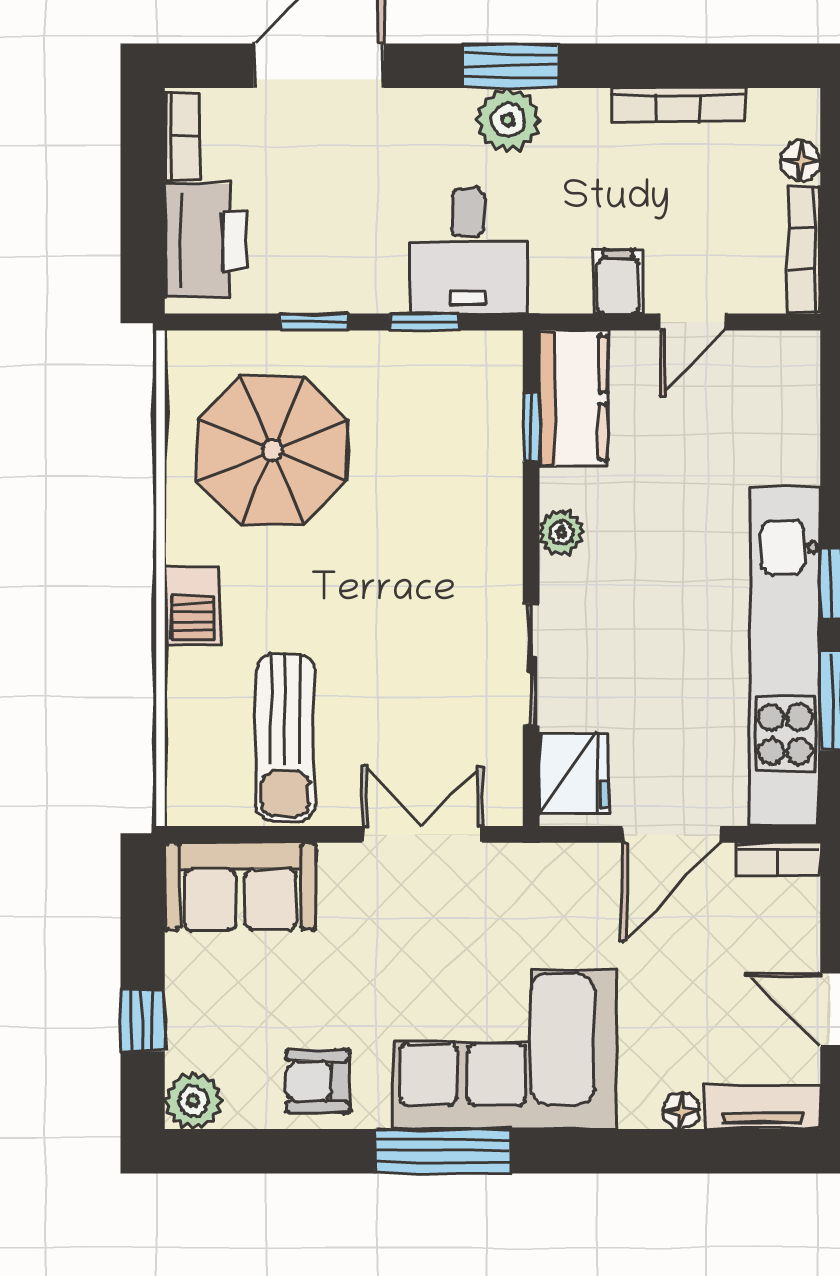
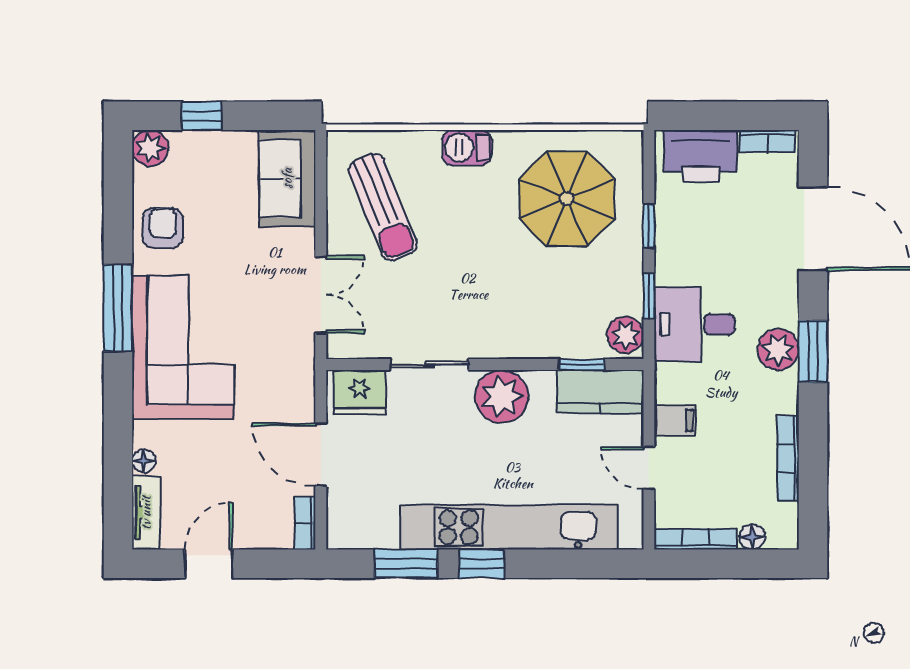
plant: (485, 359) -> (625, 335), added
plant: (562, 532) -> (502, 396), width x1.87, depth x1.87
kitchen unit: (785, 656) -> (509, 527), moved
sun lounger: (285, 738) -> (383, 207), turned -112

